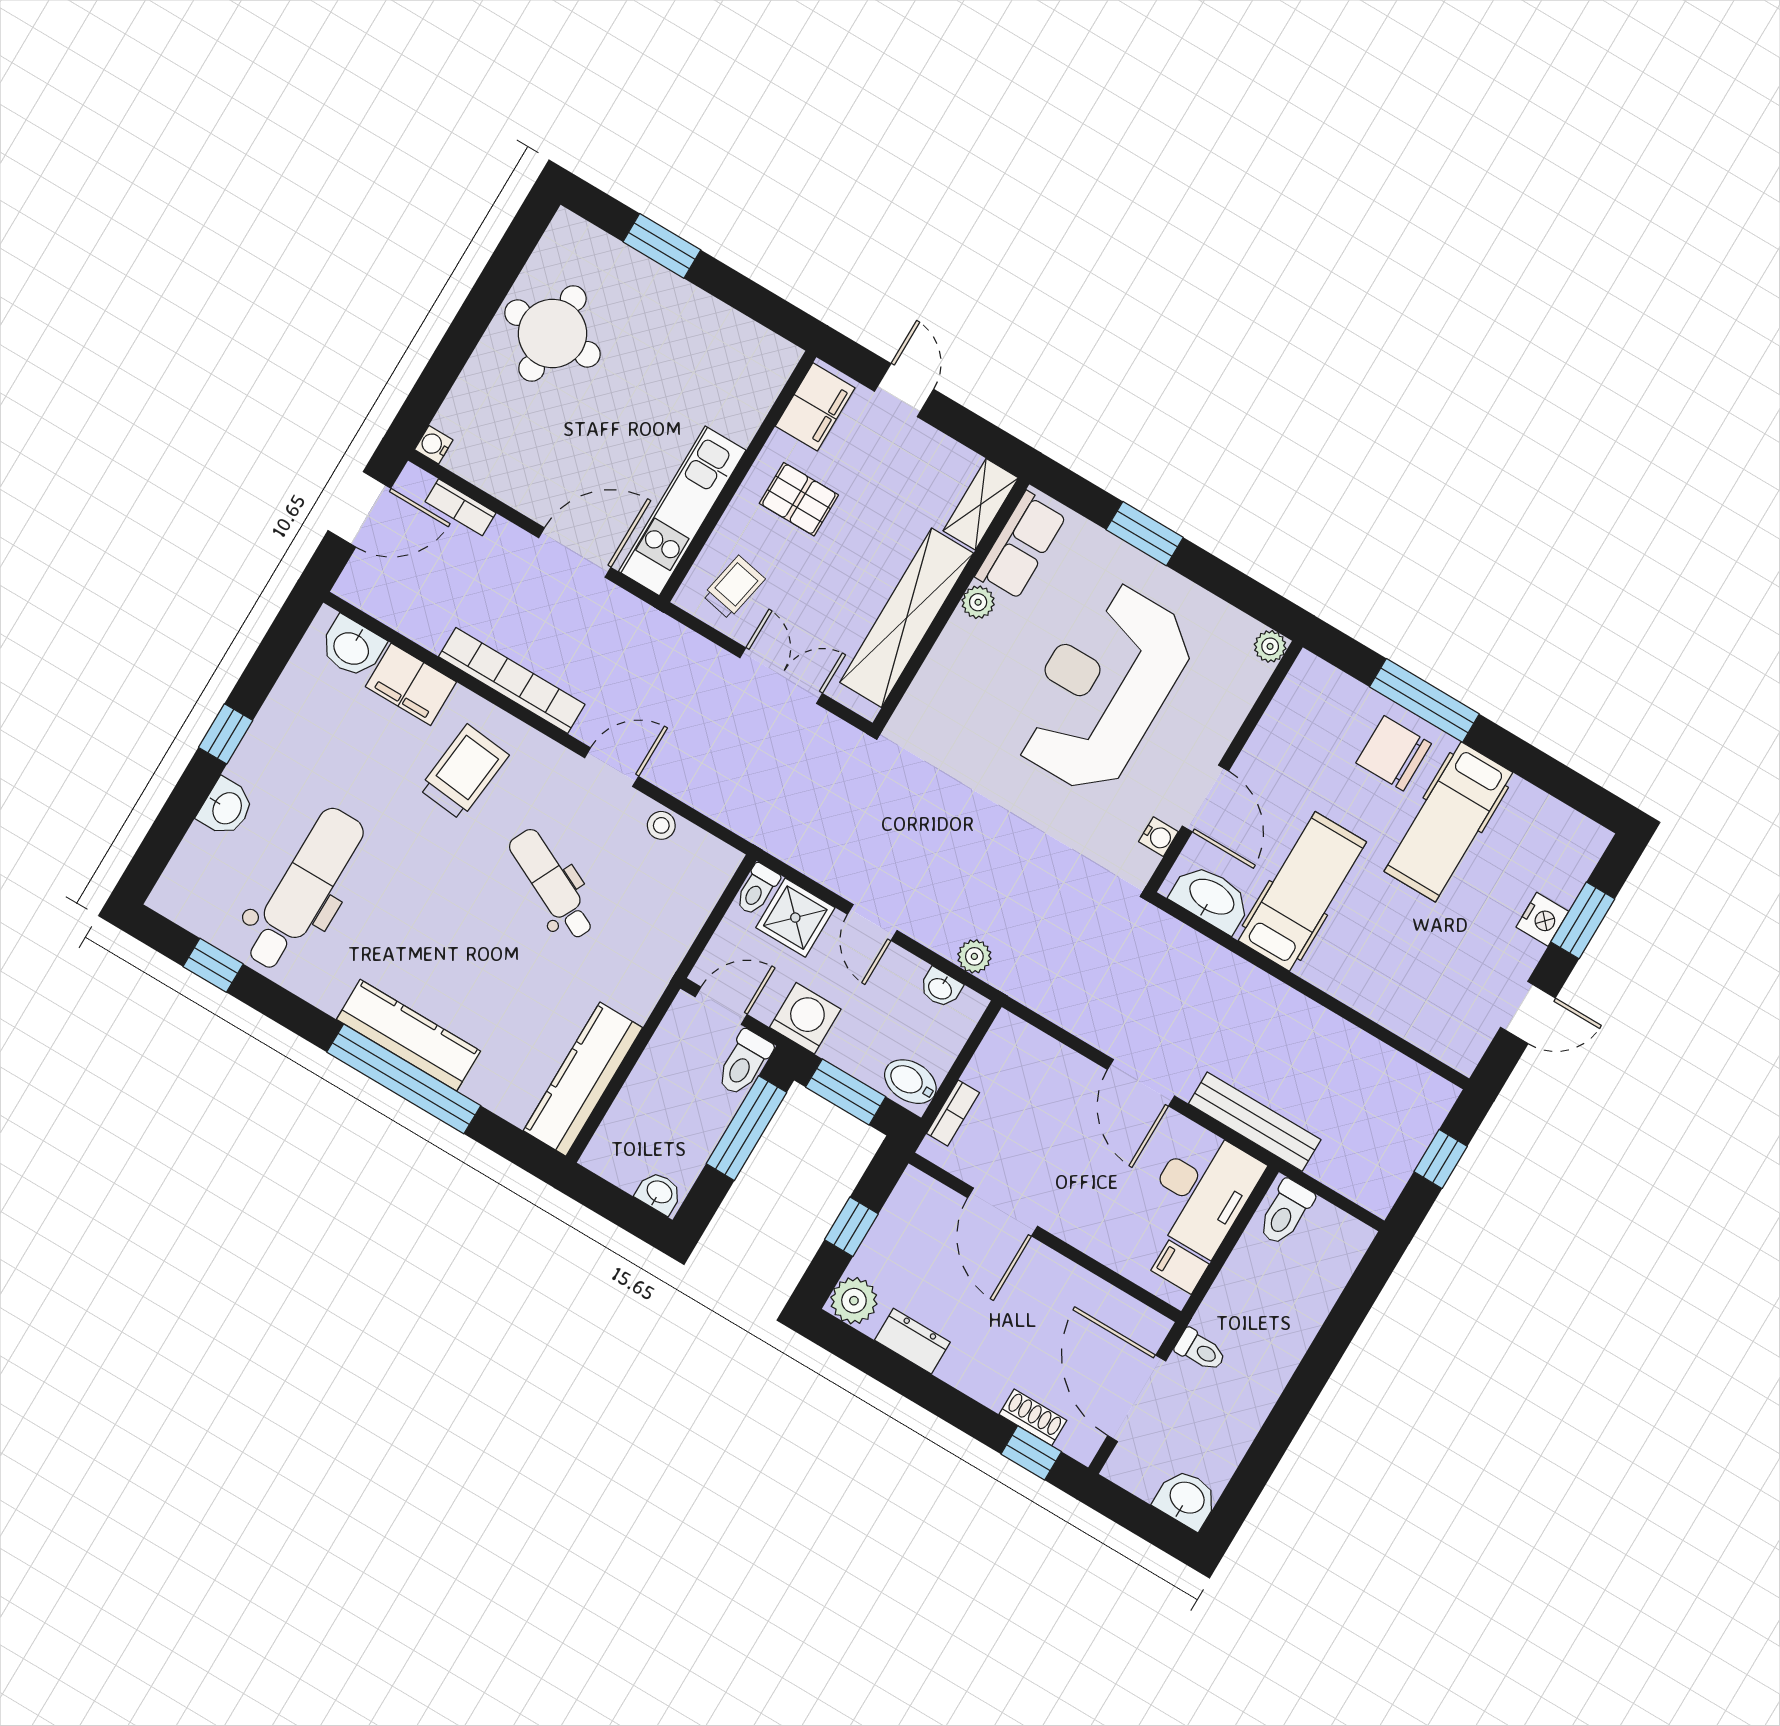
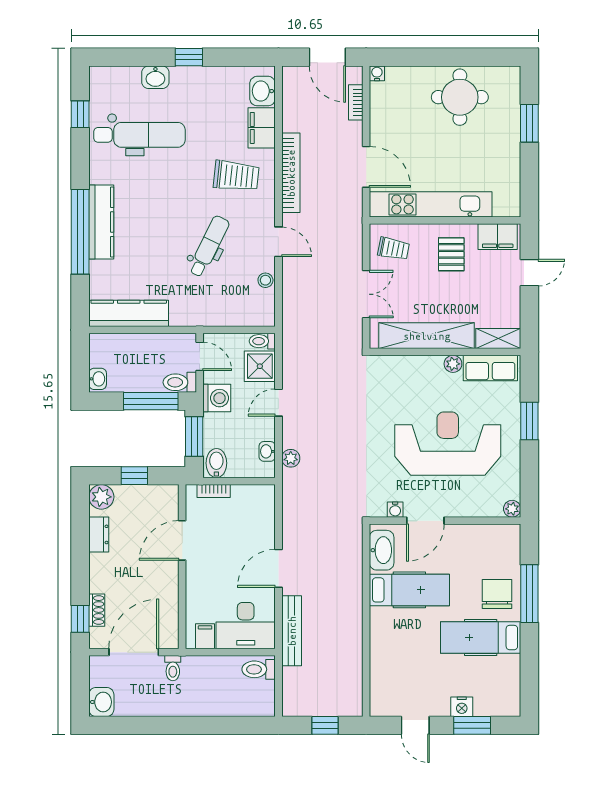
kitchen unit: (682, 511) -> (431, 204), width x1.36

